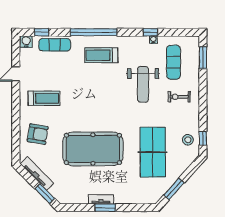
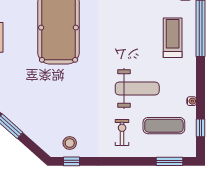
window: (150, 32) -> (201, 128), moved
weight bench: (143, 84) -> (137, 88), turned 180
table tennis table: (153, 152) -> (55, 100), removed

